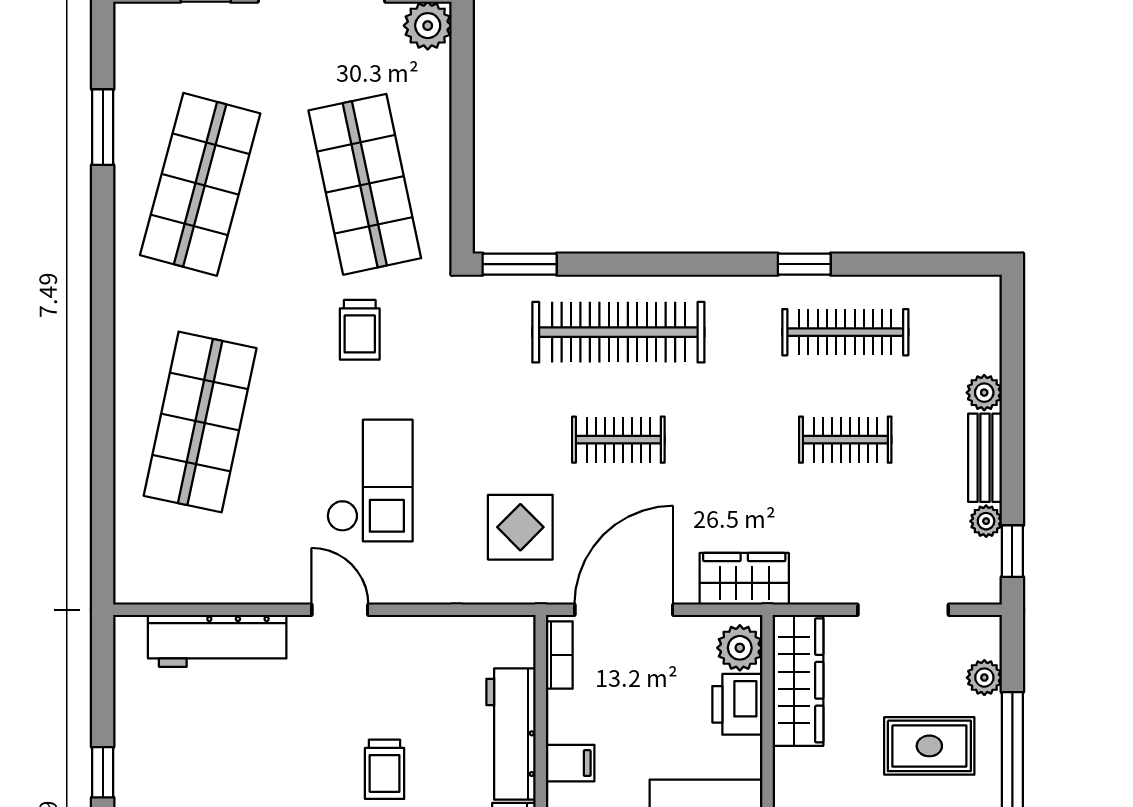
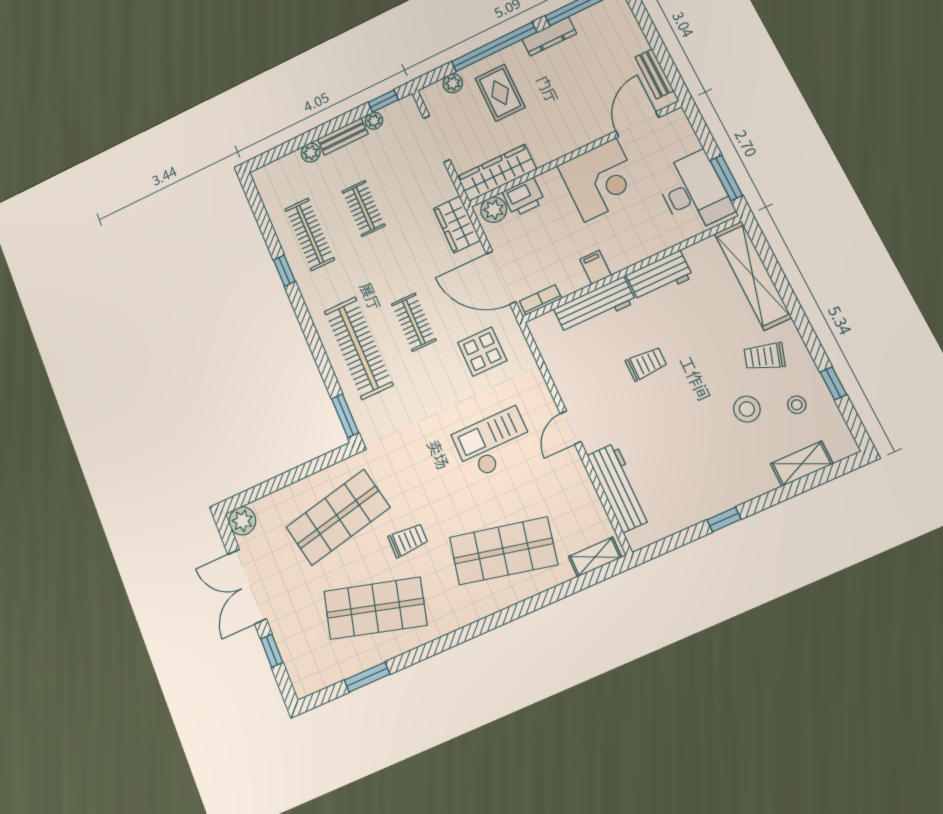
trolley: (360, 330) -> (408, 540), moved
shelving: (131, 557) -> (595, 557), added

